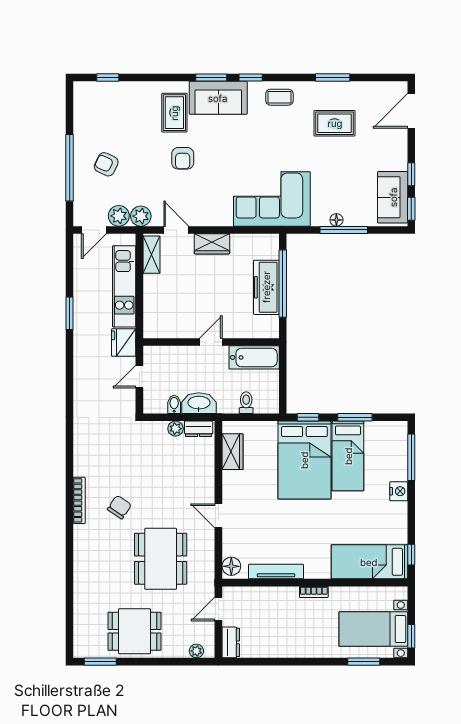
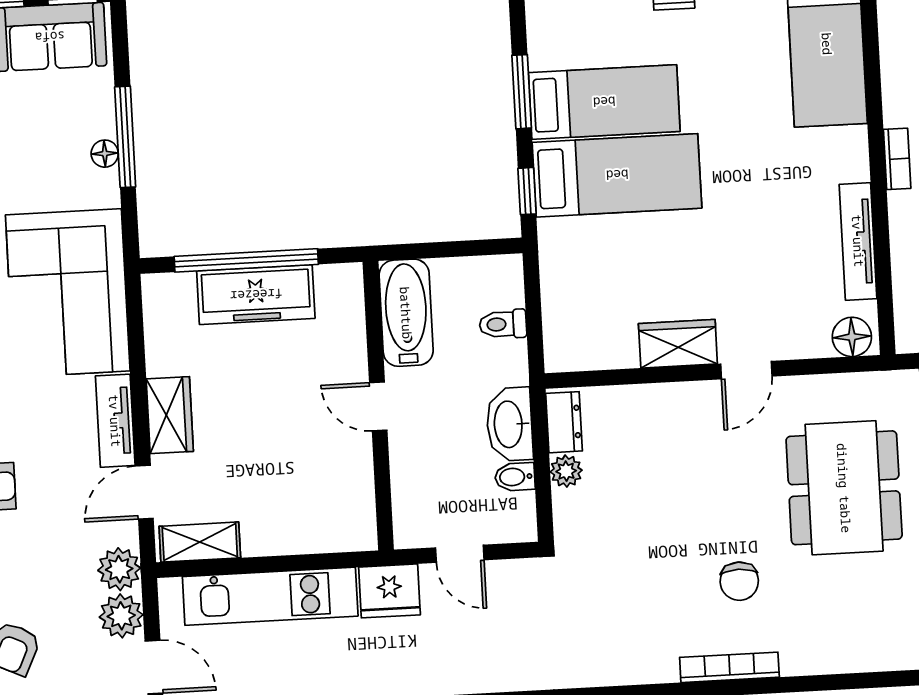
tv unit: (211, 218) -> (115, 421), added
wardrobe: (233, 452) -> (678, 344), moved
bed: (304, 460) -> (617, 175), width x0.67
chair: (119, 507) -> (739, 581), turned -124
dining table: (161, 559) -> (844, 488), turned 90

